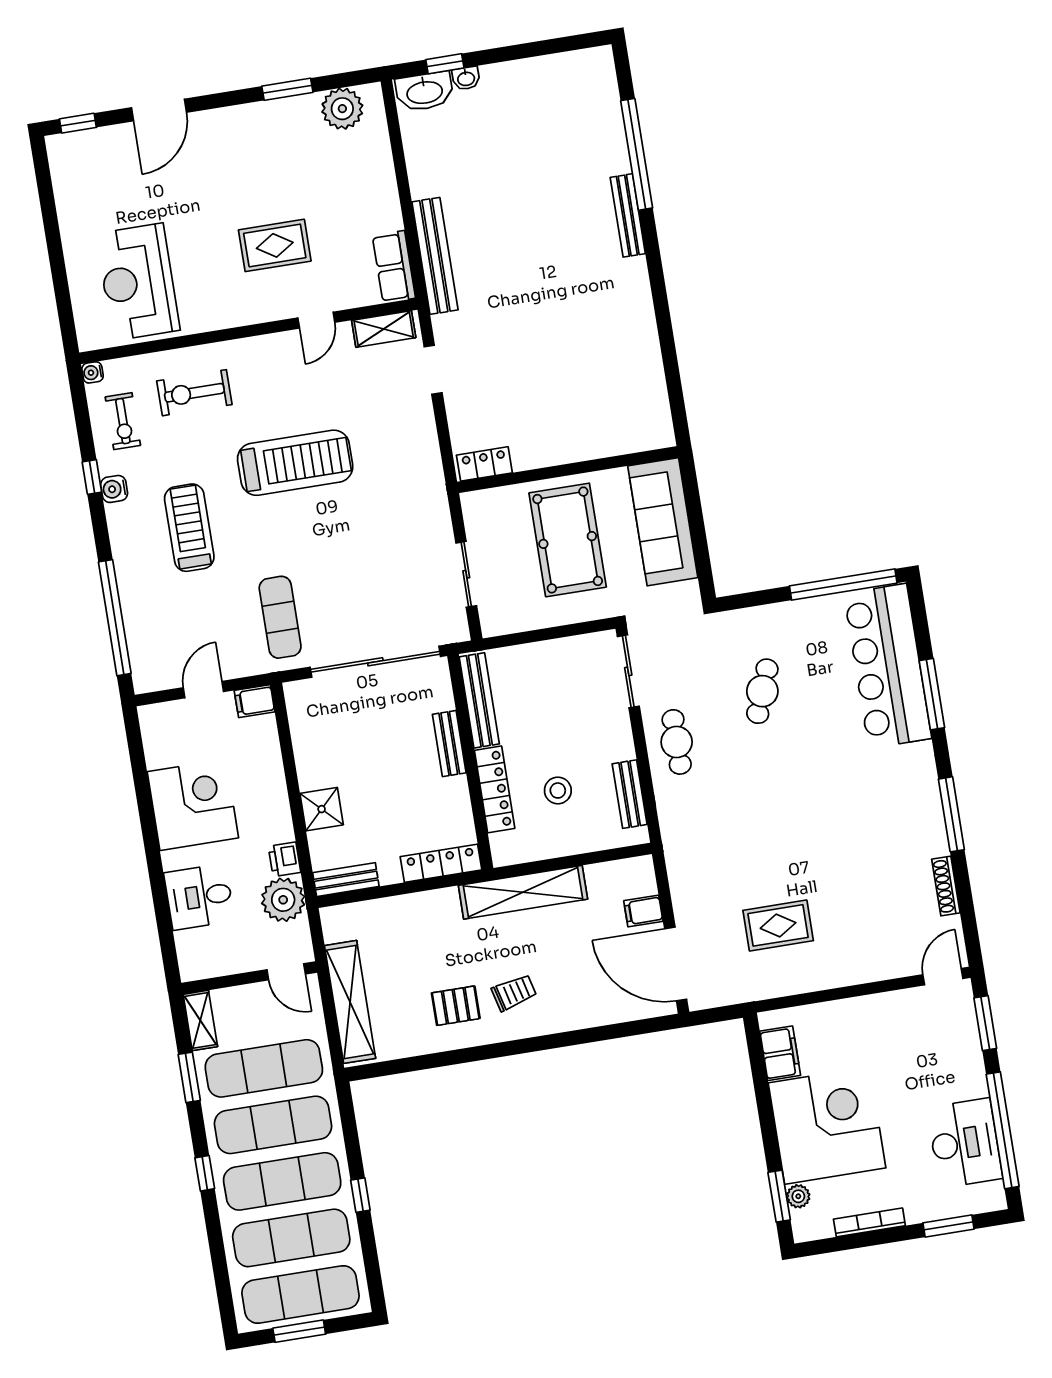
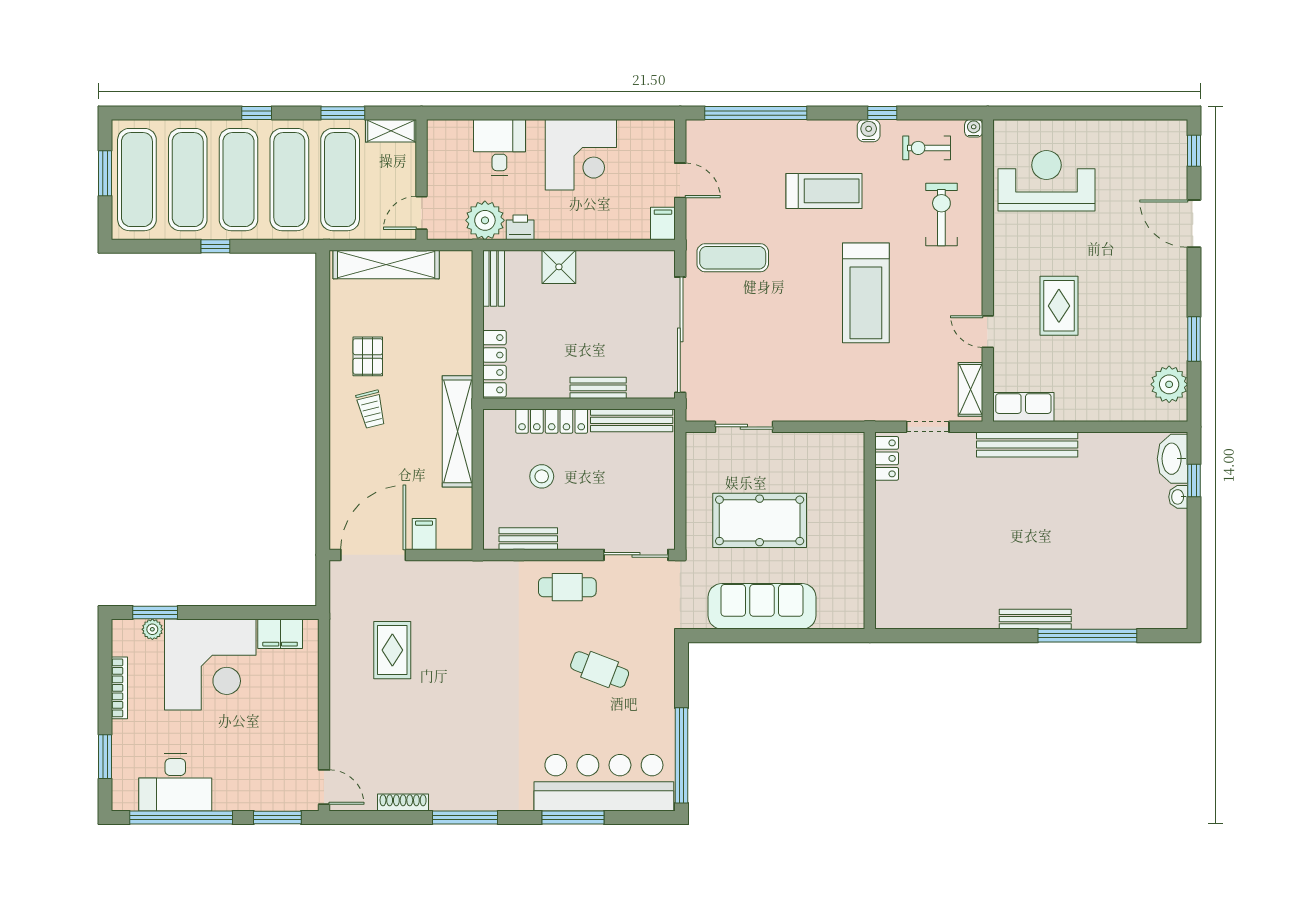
locker: (484, 464) -> (887, 458), moved
wall: (568, 470) -> (870, 531), moved

